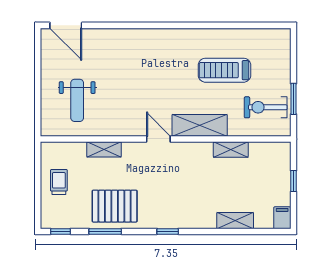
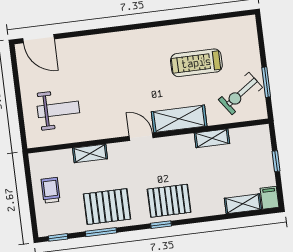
weight bench: (77, 100) -> (58, 109), turned -90
exercise bike: (266, 107) -> (240, 94), turned -35
pallet: (179, 208) -> (169, 201), added
shelving: (235, 221) -> (243, 204), moved

